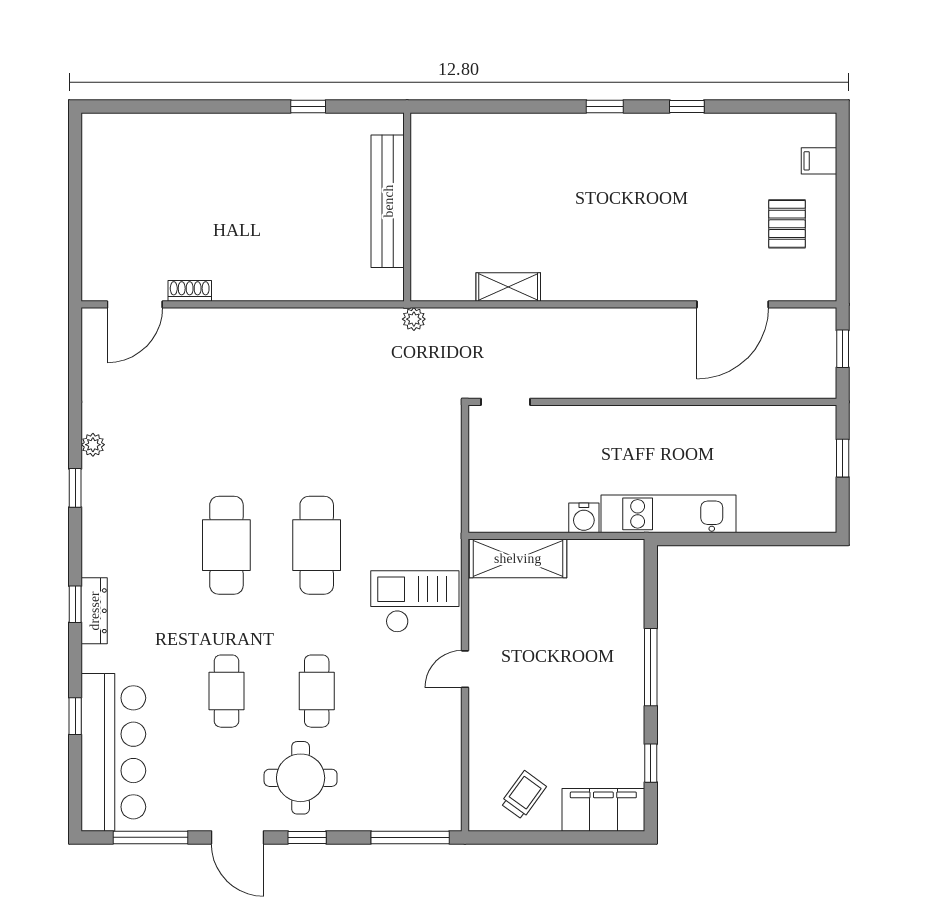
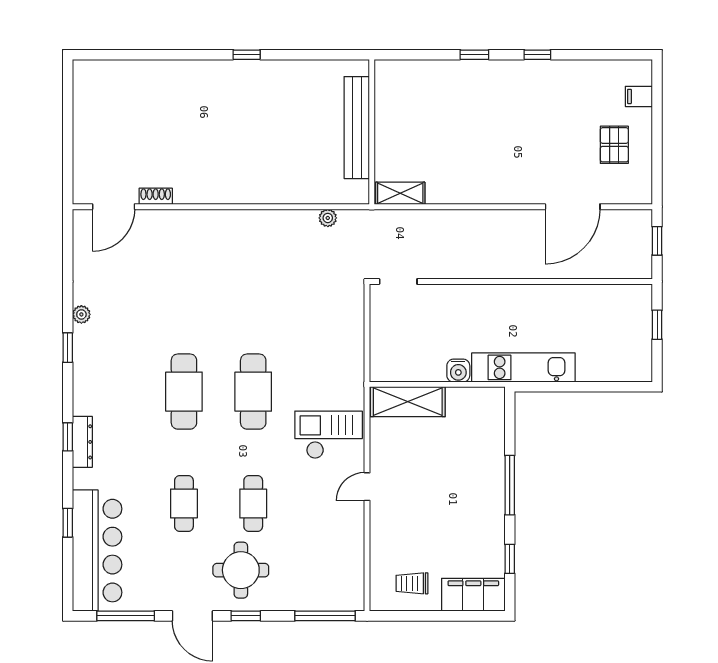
bench: (388, 201) -> (357, 128), moved
wall: (407, 207) -> (372, 132), moved
trolley: (523, 795) -> (412, 583), turned -126

